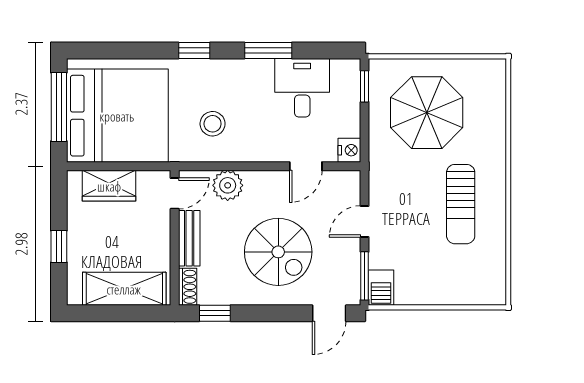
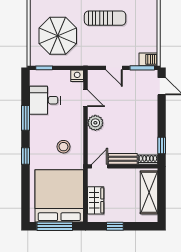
plant: (228, 185) -> (95, 123), moved
door: (175, 193) -> (100, 166), hinge flipped
window: (59, 246) -> (115, 226), moved
spiral stairs: (278, 252) -> (130, 113), removed

